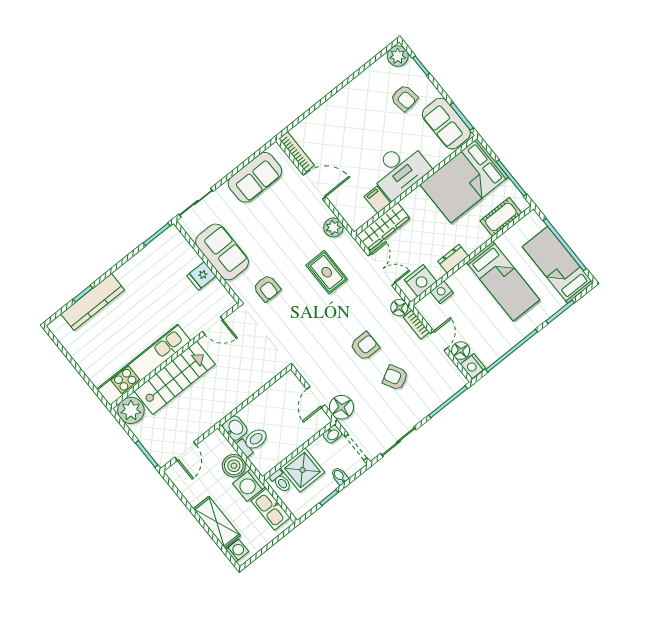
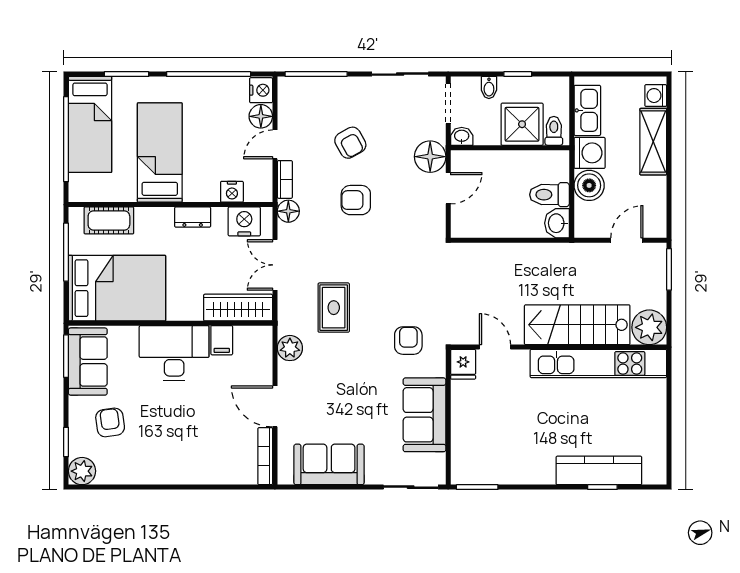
fridge: (201, 276) -> (463, 364), moved, turned 90

